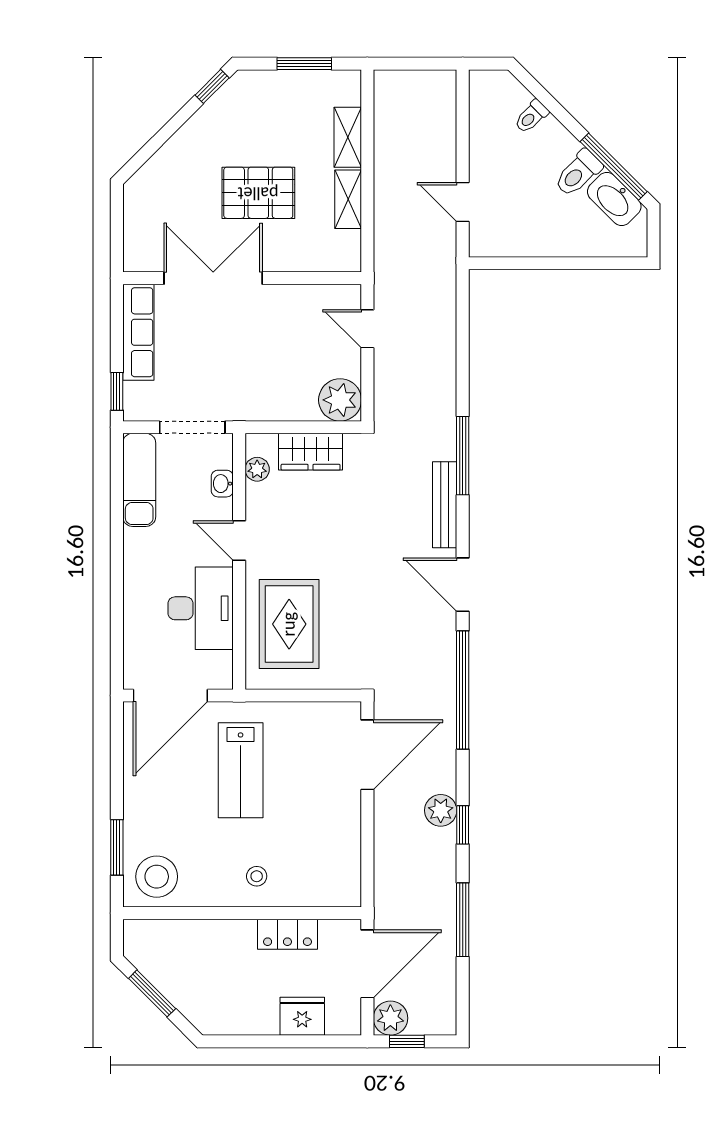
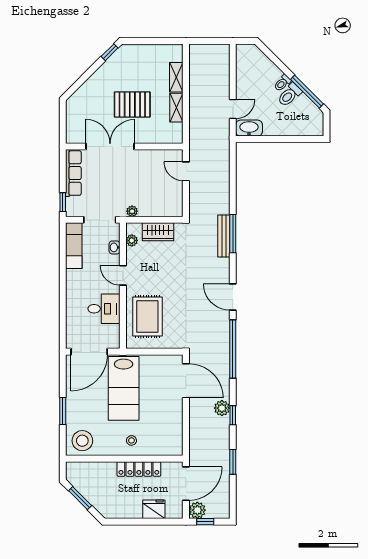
window: (304, 64) -> (155, 41), removed
toilet: (531, 117) -> (282, 83), moved
washbasin: (614, 199) -> (249, 128), moved, turned 135
door: (463, 202) -> (233, 109), swing flipped
plant: (340, 400) -> (132, 211), moved, width x0.53, depth x0.53
bench: (445, 505) -> (224, 236), moved
desk: (201, 608) -> (104, 309), width x0.73
door: (367, 755) -> (186, 381), hinge flipped
lab bench: (241, 770) -> (124, 388), width x1.36, depth x1.39
window: (117, 847) -> (63, 411), moved
window: (463, 920) -> (233, 462), width x0.69
locker: (287, 934) -> (139, 469), width x1.53

